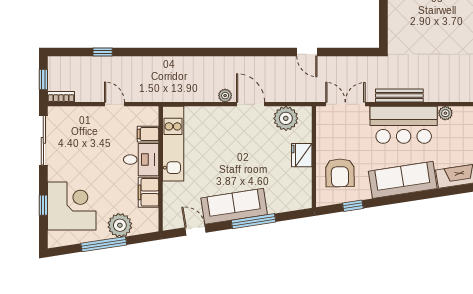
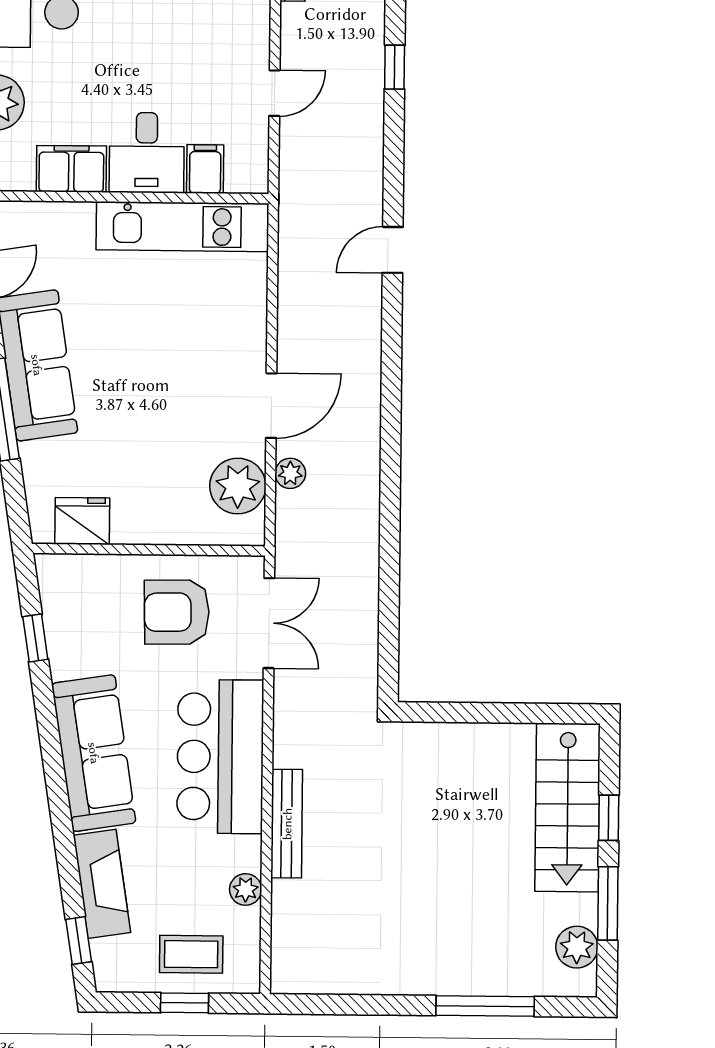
door: (307, 52) -> (393, 250), moved
plant: (225, 96) -> (290, 473), moved
bench: (399, 96) -> (287, 824), moved
plant: (445, 113) -> (246, 889), moved
fridge: (302, 155) -> (82, 521), moved
armchair: (340, 173) -> (177, 612), moved

